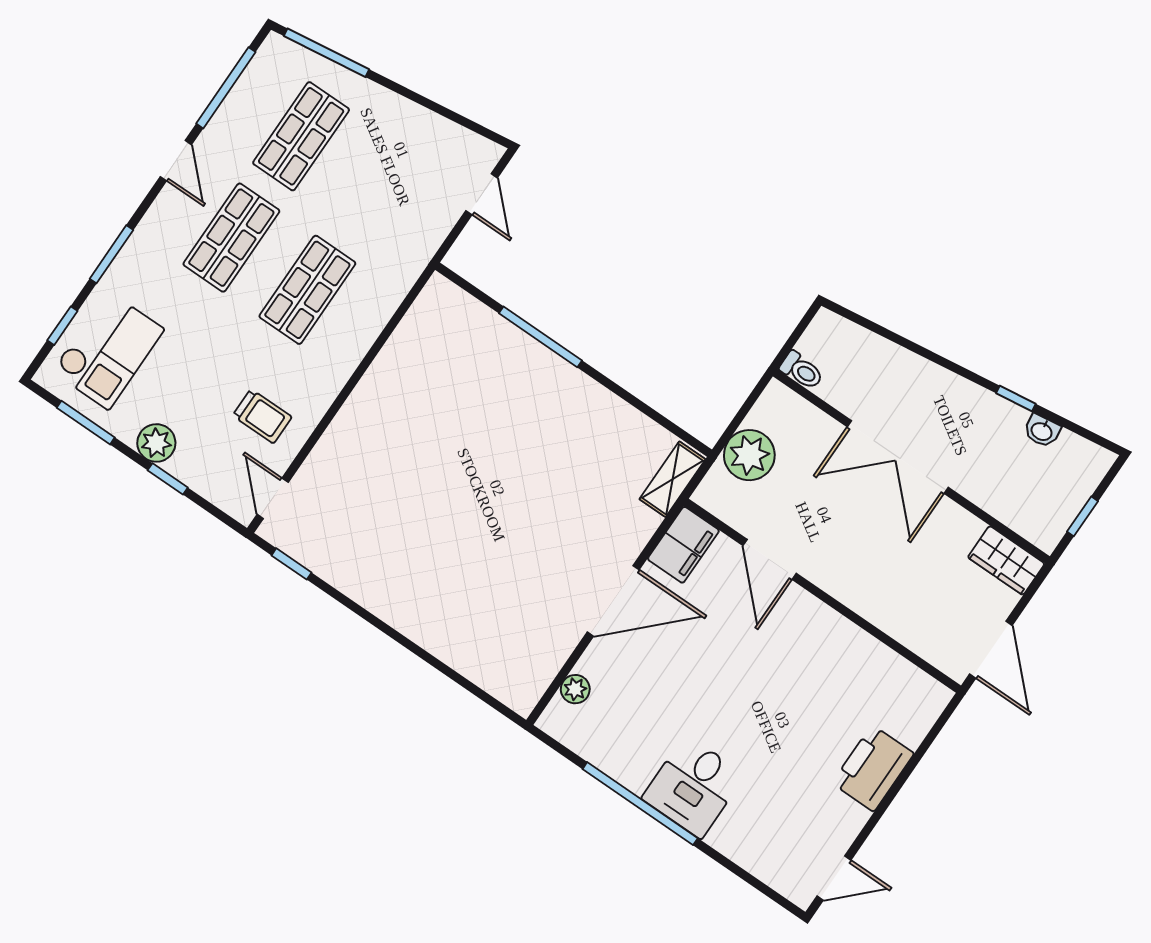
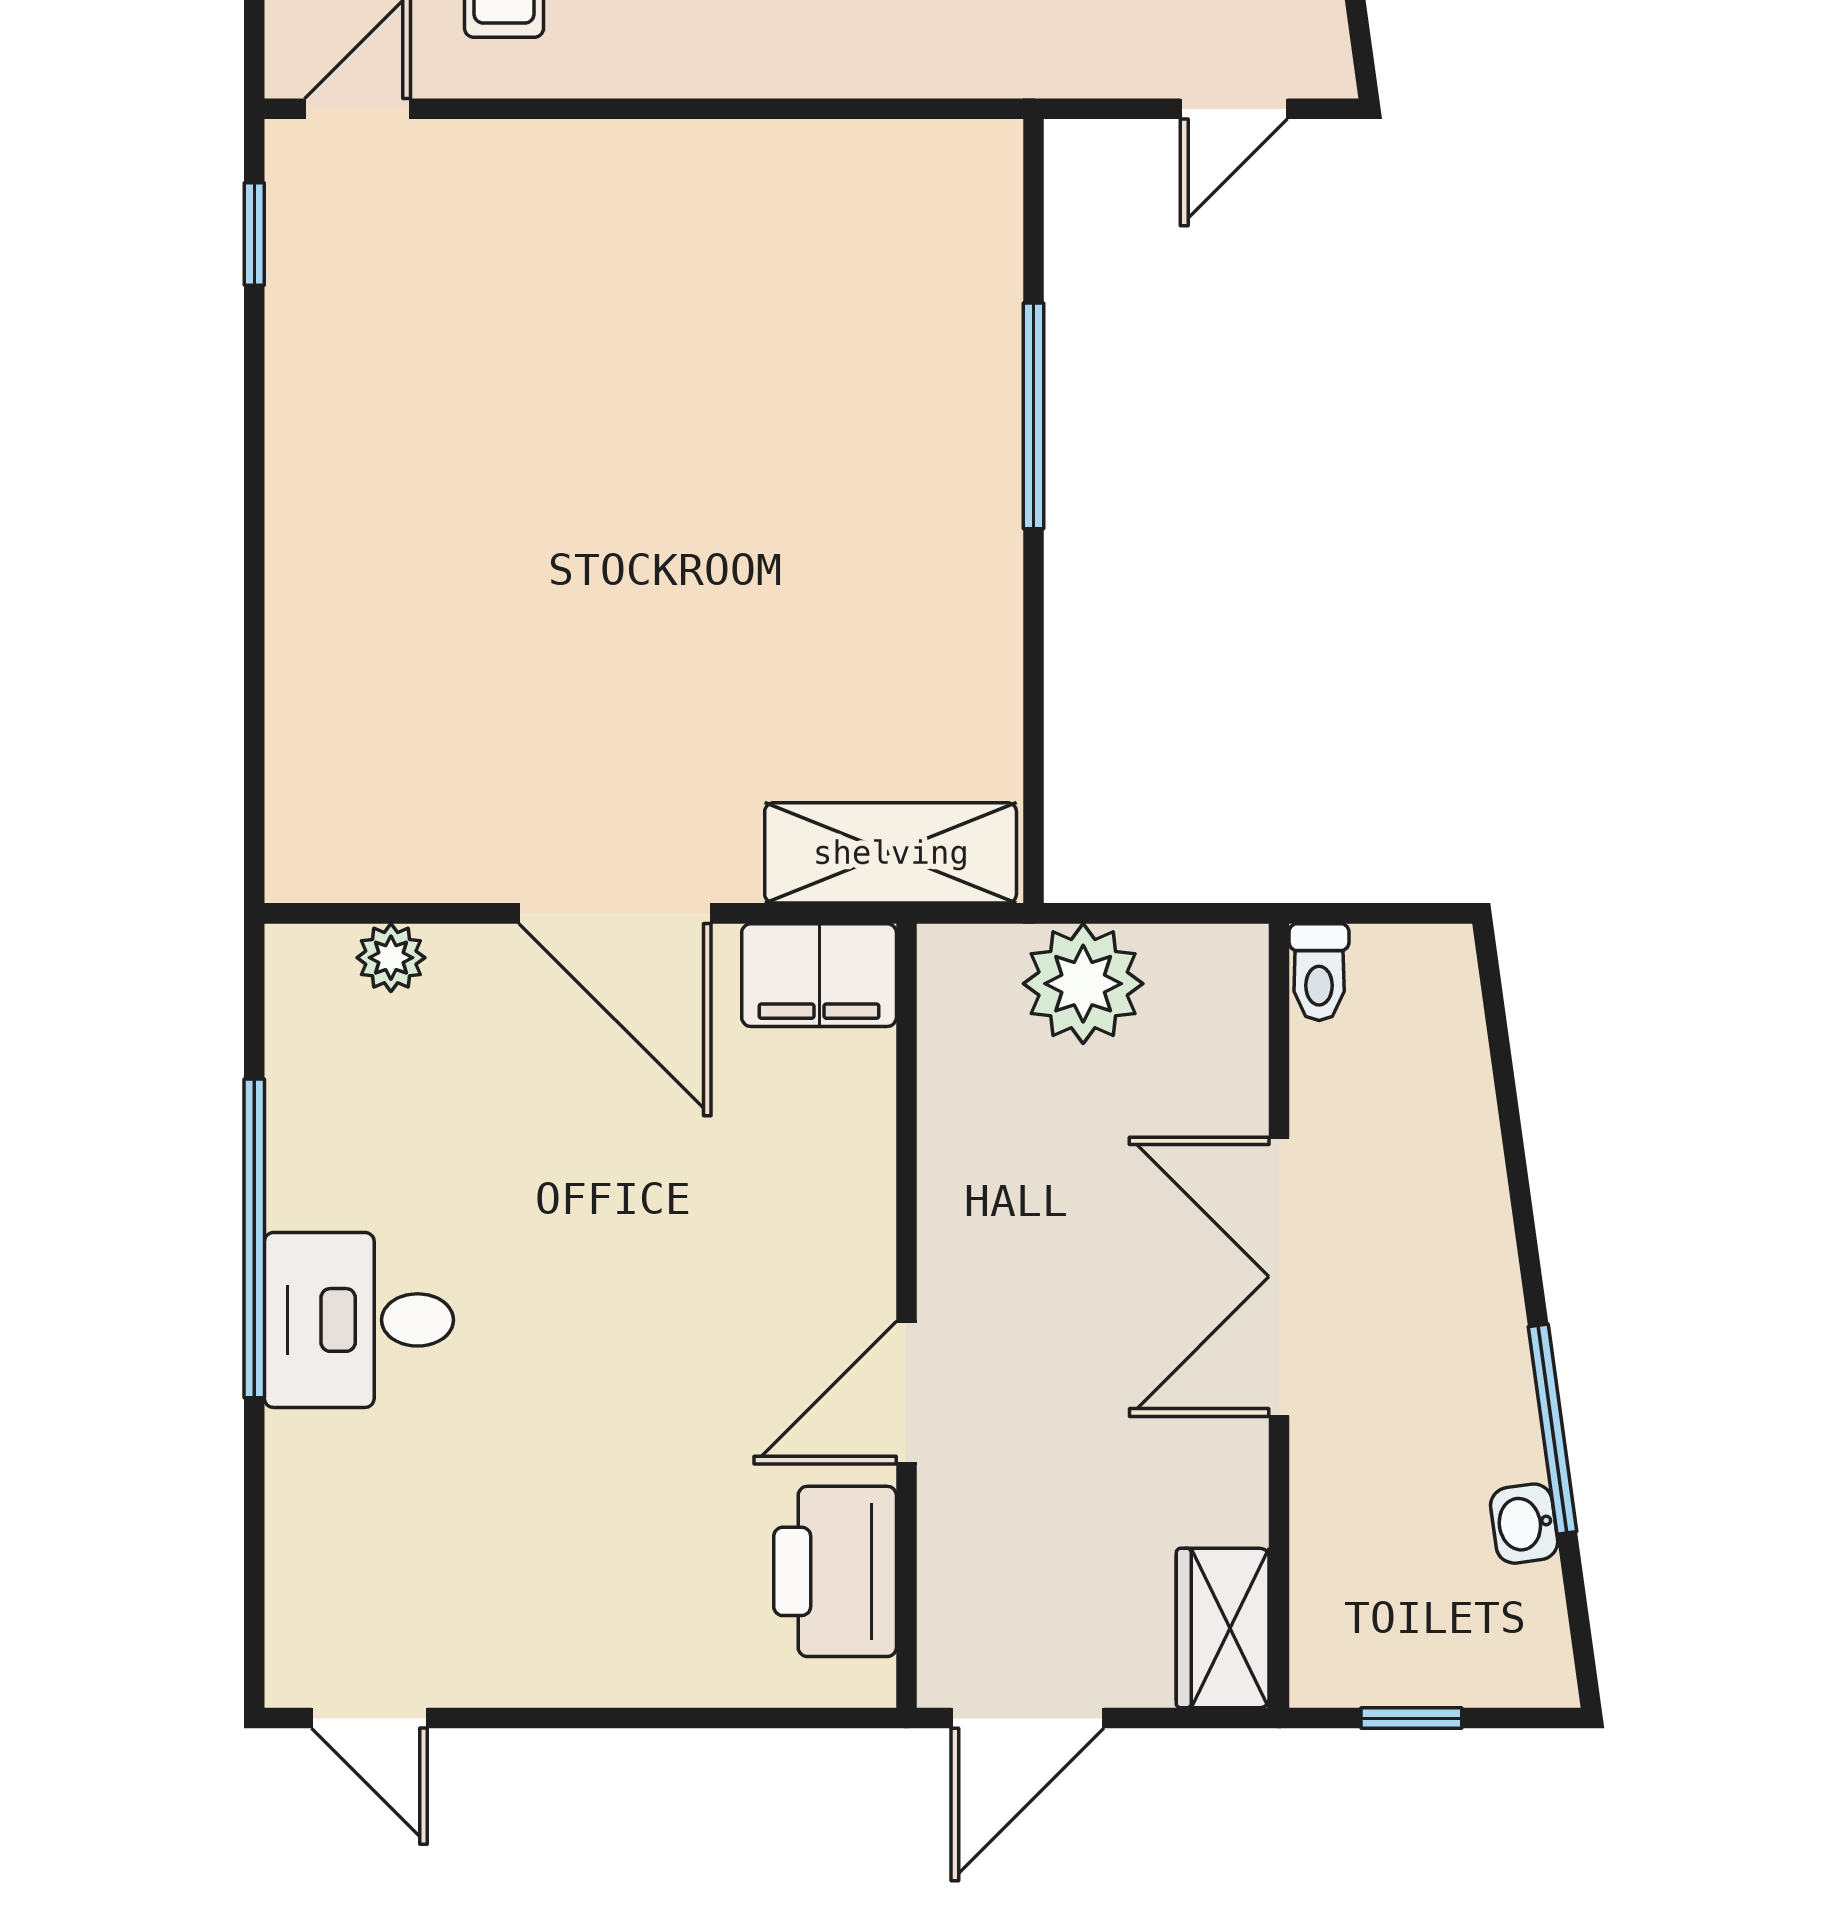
window: (1016, 398) -> (1553, 1429), width x2.17
shelving: (672, 479) -> (891, 853), width x1.50, depth x1.33
door: (770, 559) -> (906, 1393), moved
printer: (873, 768) -> (835, 1571), moved, turned -90

